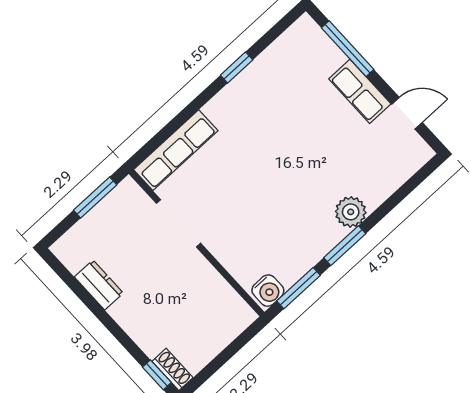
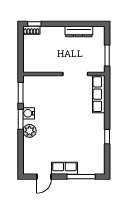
dresser: (99, 285) -> (79, 32), width x1.44
water cooler: (268, 291) -> (29, 113), moved

